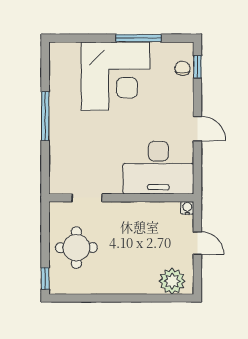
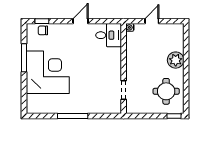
desk: (158, 168) -> (109, 35), width x0.53, depth x0.77
round table: (76, 248) -> (166, 91), moved
plant: (172, 281) -> (176, 60), moved

